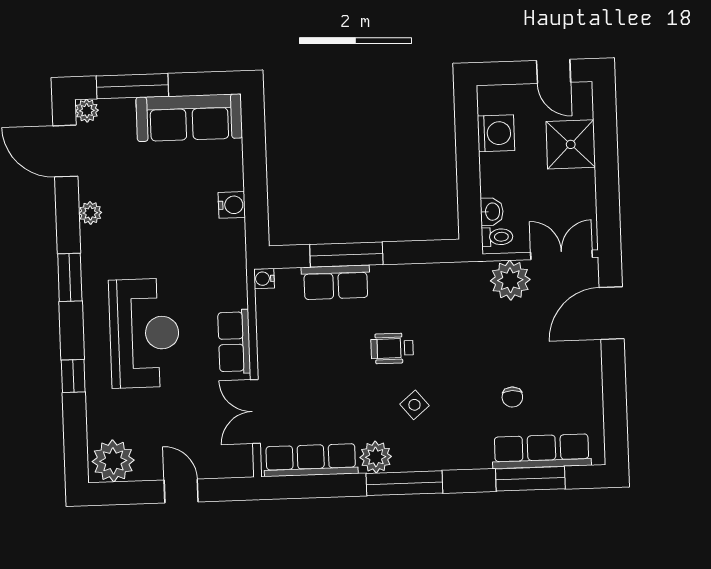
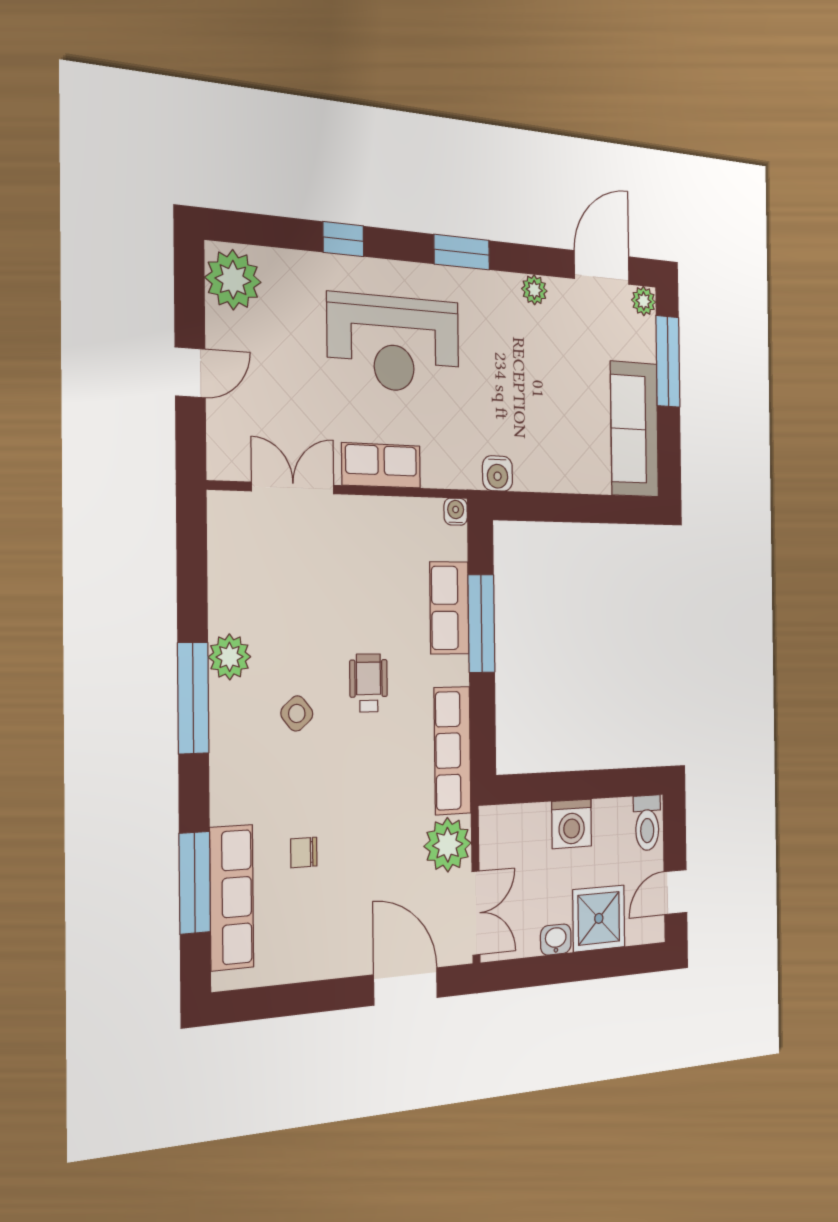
washing machine: (496, 133) -> (572, 824), moved
water cooler: (232, 205) -> (498, 473), moved
washbasin: (492, 212) -> (556, 940), moved, turned 180
toilet: (497, 237) -> (647, 823), moved, width x1.37, depth x1.39
row of seats: (311, 460) -> (452, 750), moved, turned 180

